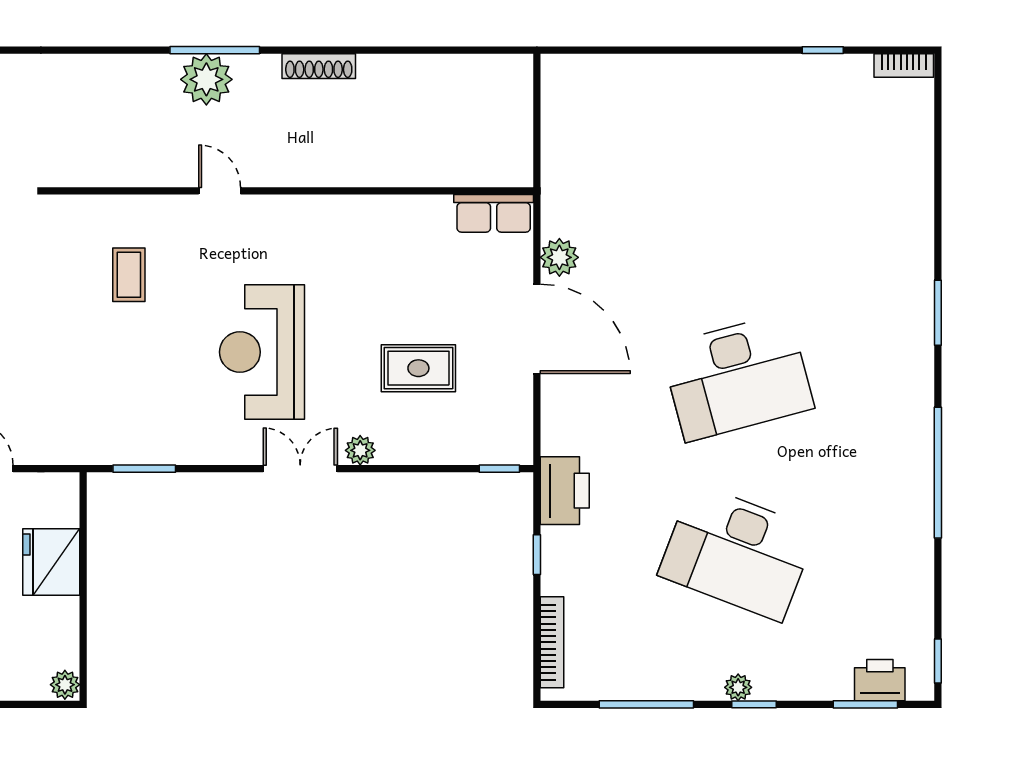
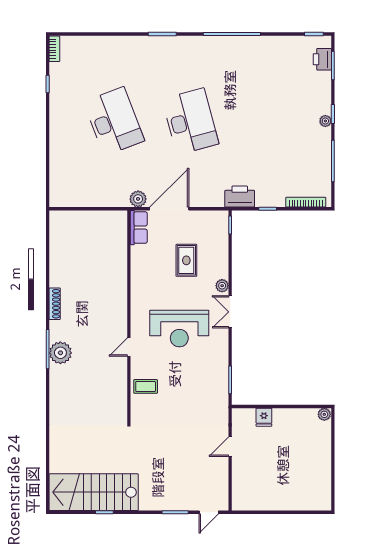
door: (220, 191) -> (129, 347), moved
wall: (289, 191) -> (129, 317), moved
row of seats: (494, 213) -> (139, 228), moved
desk: (737, 552) -> (114, 121), moved, turned -42
fridge: (51, 562) -> (264, 417), width x0.53, depth x0.75

